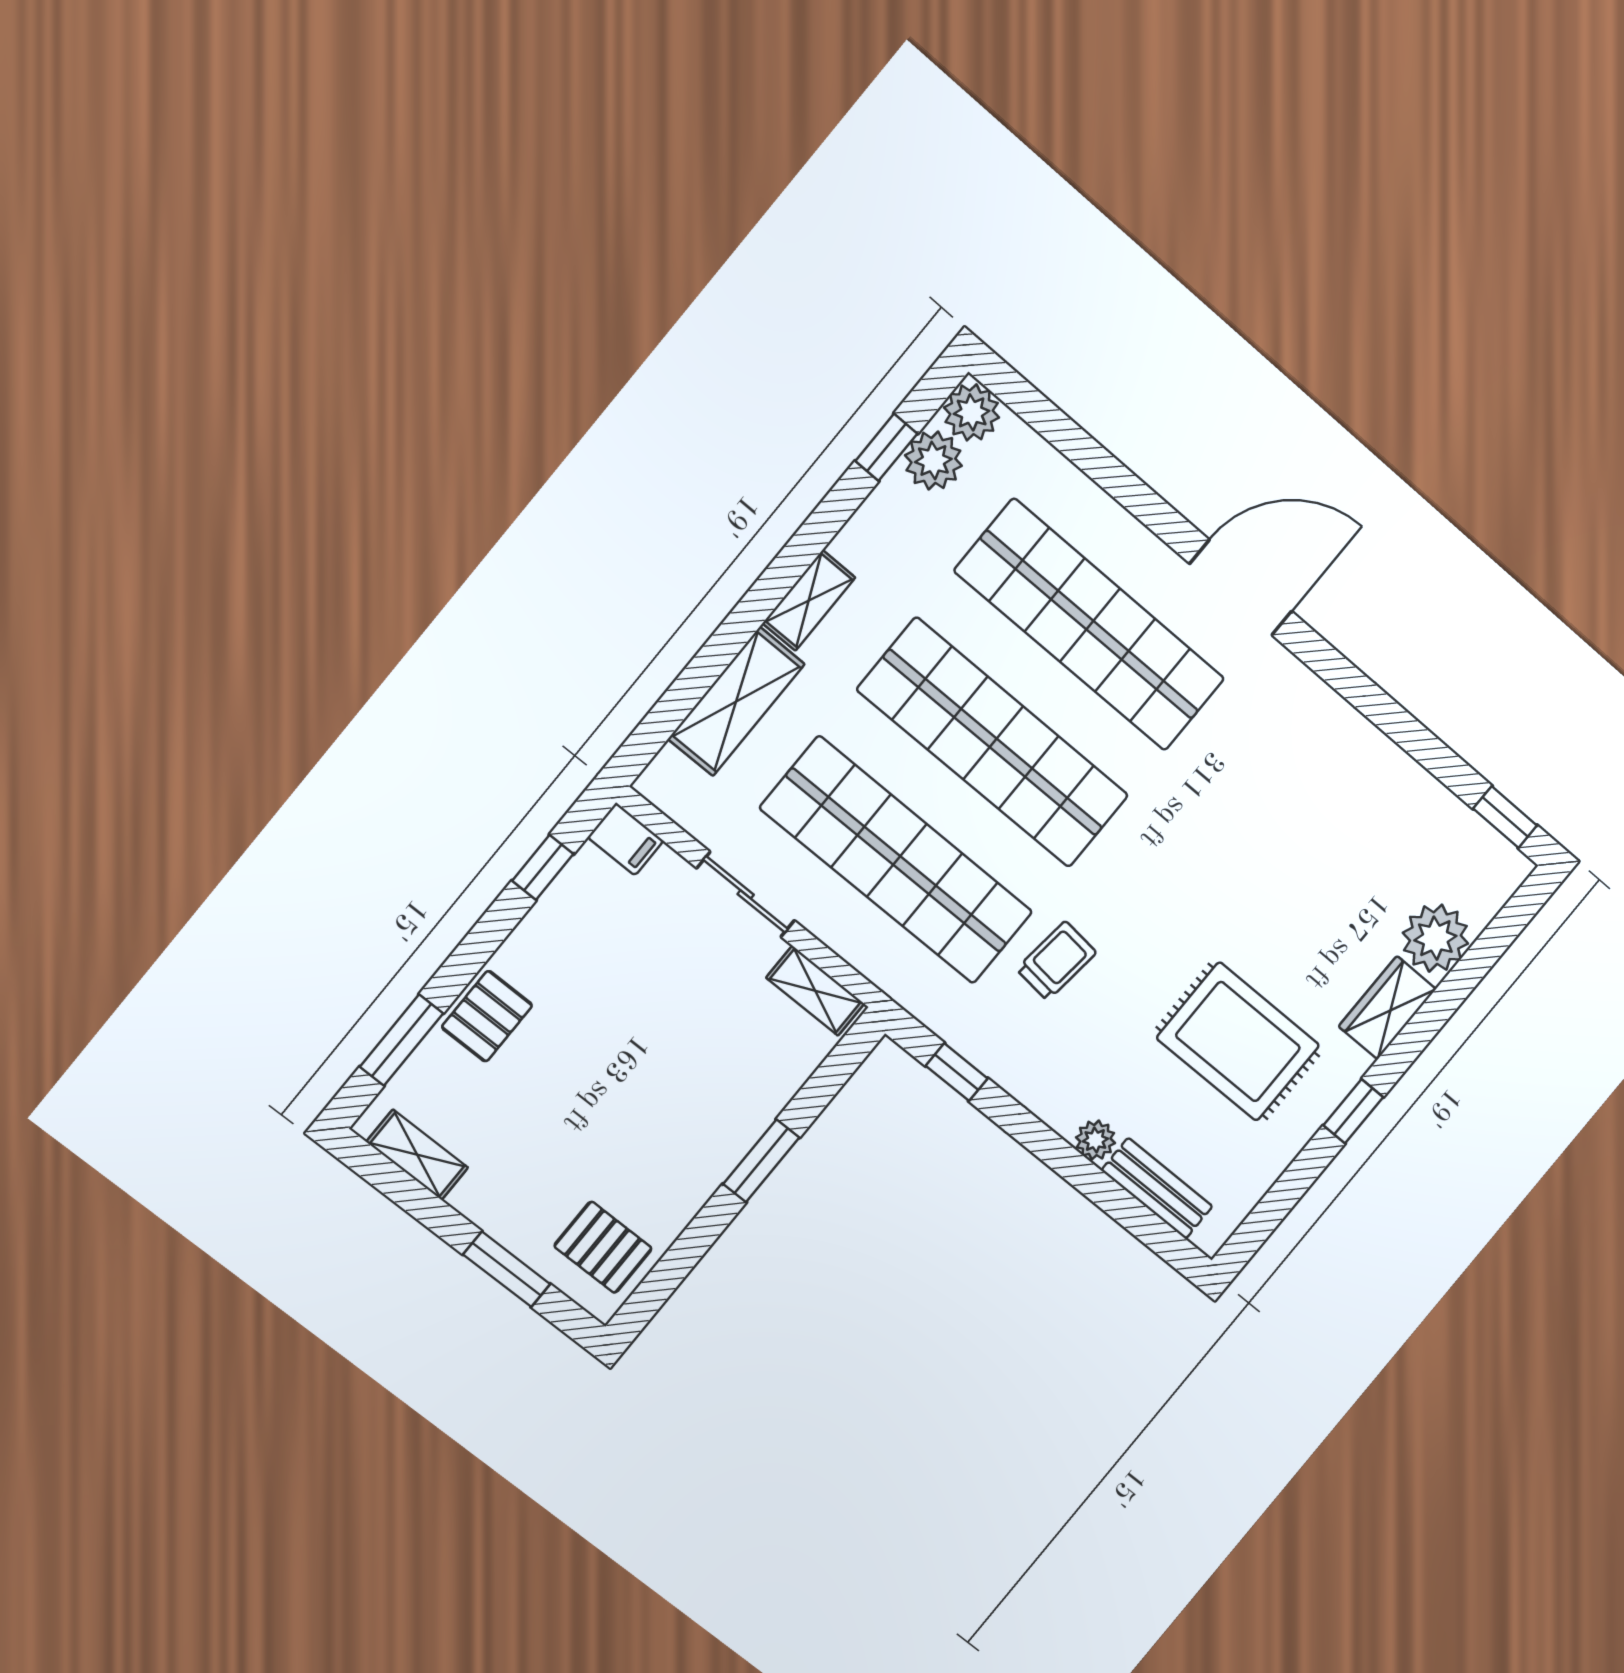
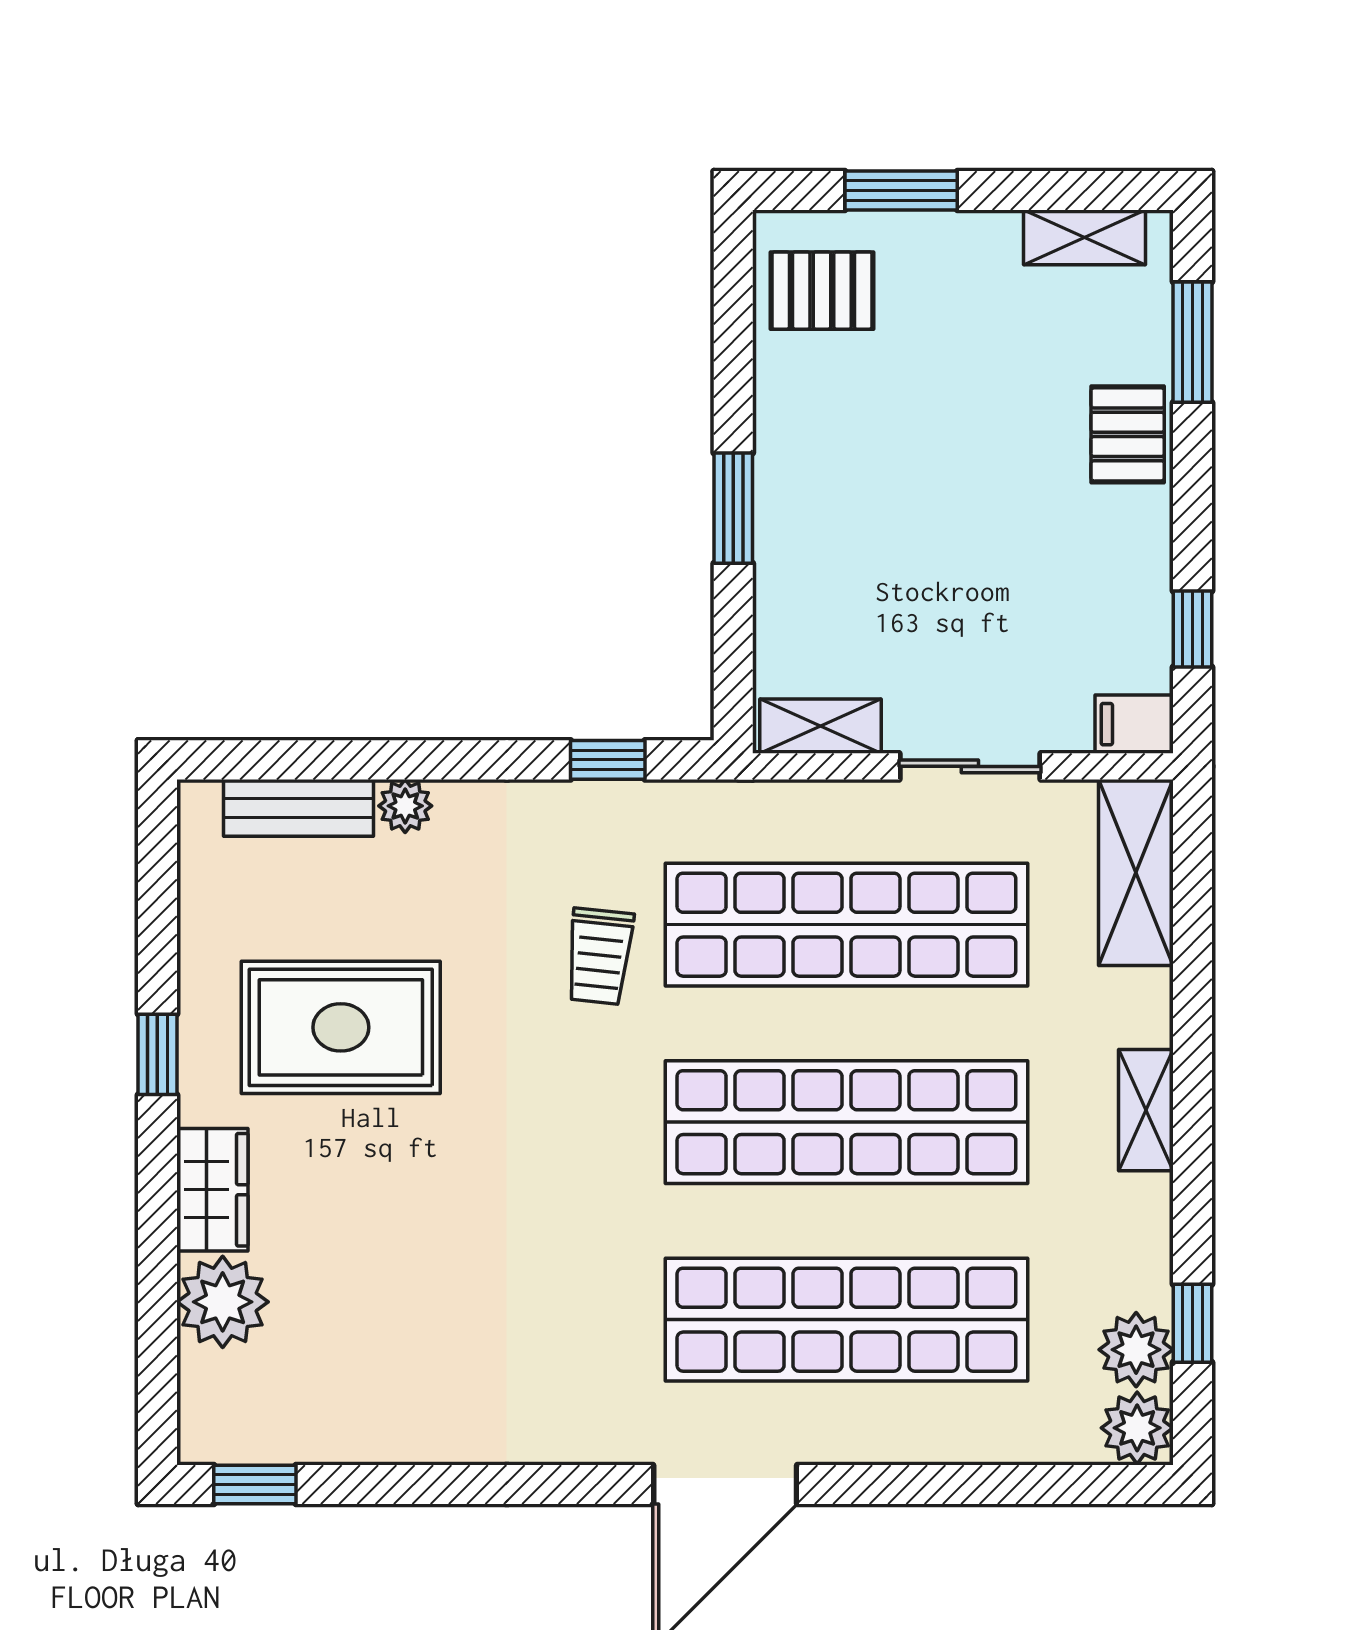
shelving: (736, 701) -> (1136, 873), moved

